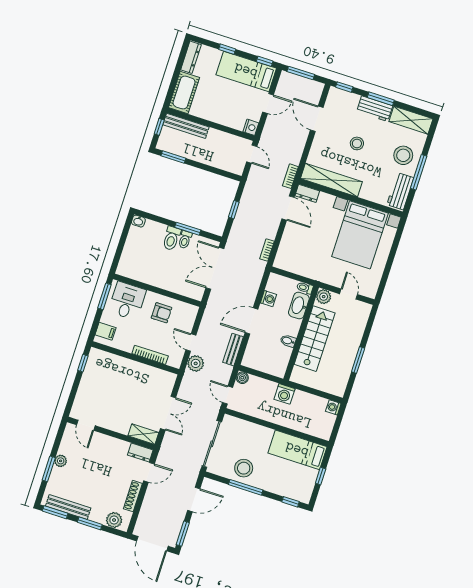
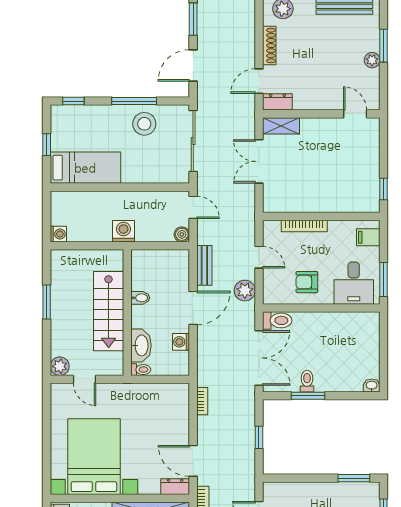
toilet: (172, 238) -> (277, 320), moved, turned 90
plant: (324, 297) -> (60, 366), moved
plant: (196, 363) -> (245, 291), moved

